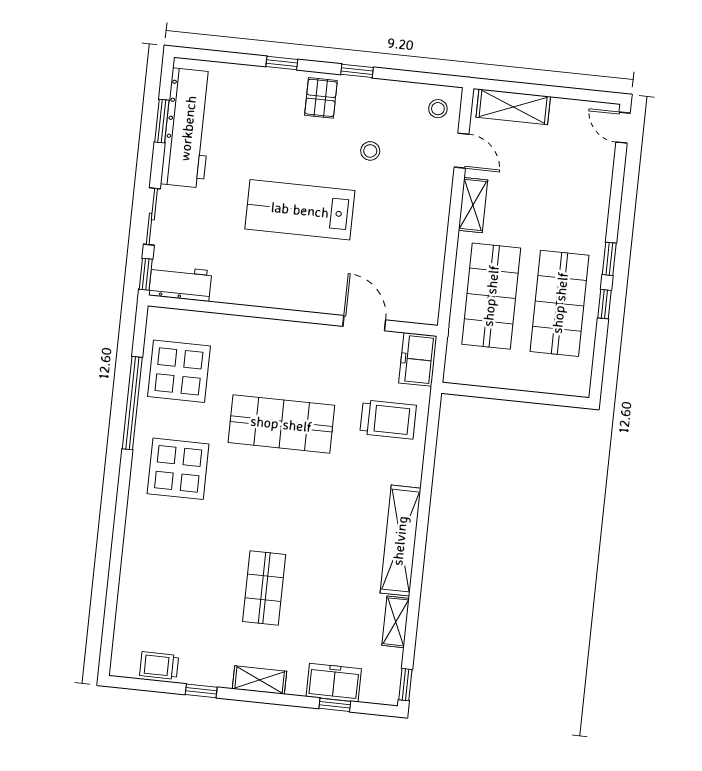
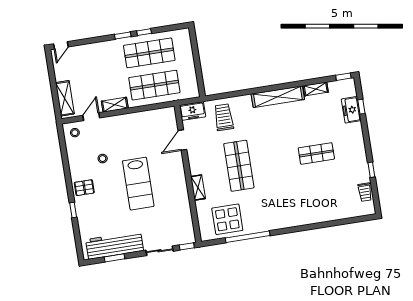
window: (357, 71) -> (67, 174), removed
workbench: (180, 283) -> (187, 229), removed
display table: (178, 469) -> (272, 208), removed
shelving: (260, 680) -> (198, 188), moved

